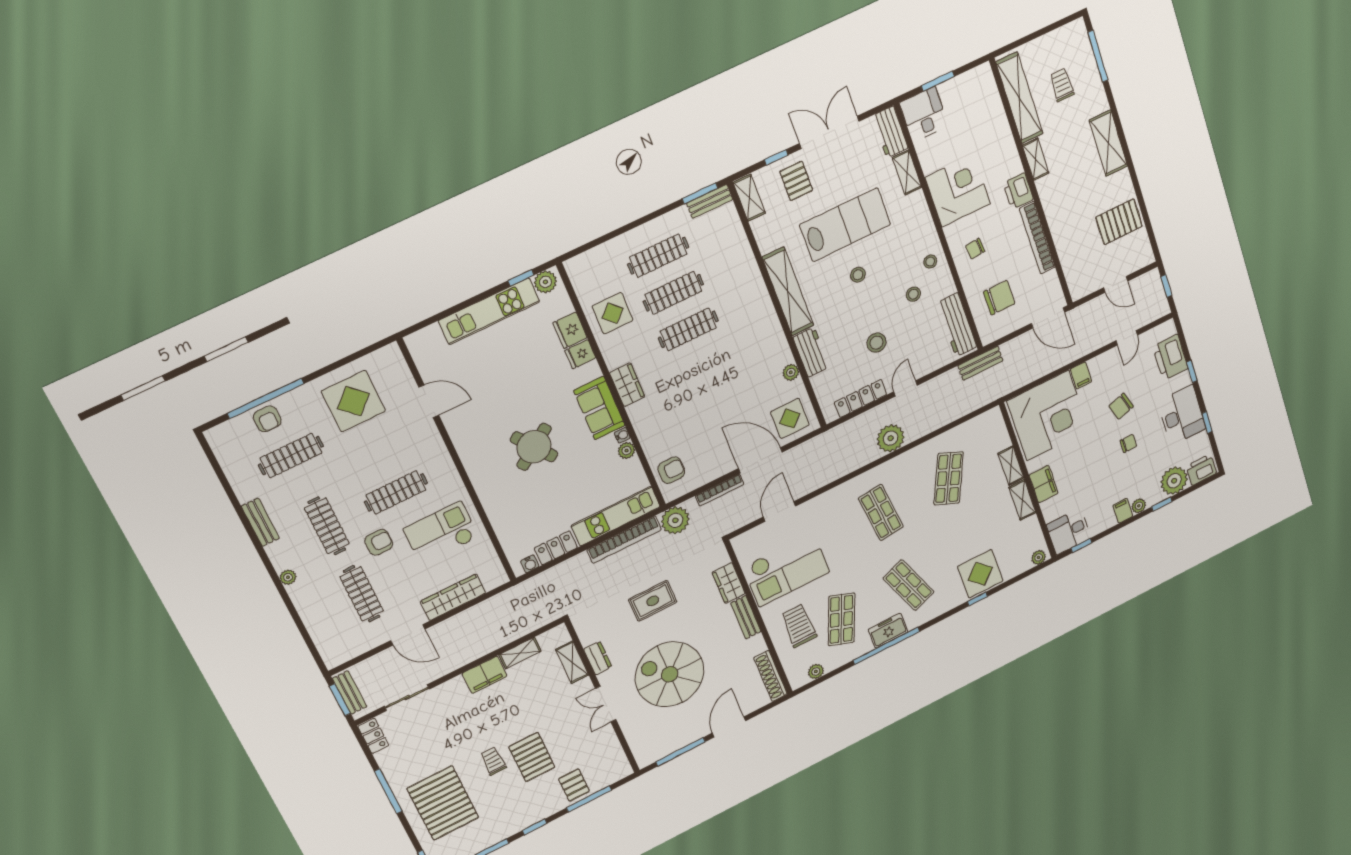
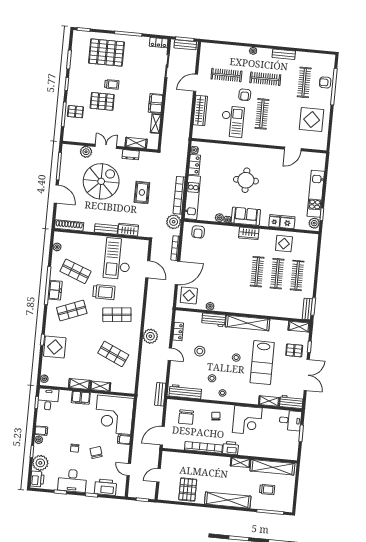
shelving: (1108, 143) -> (228, 500), width x1.47
locker: (861, 398) -> (178, 332), width x0.66
round table: (534, 447) -> (246, 180), turned 36
trolley: (799, 626) -> (104, 292), moved
plant: (633, 728) -> (86, 152), added

